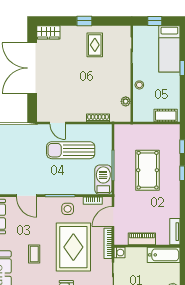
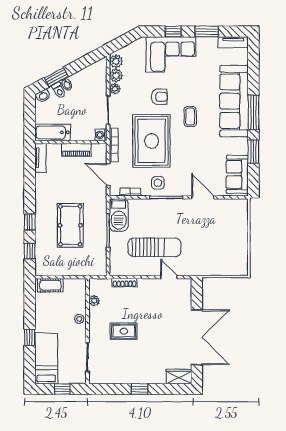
rug: (95, 45) -> (124, 331), moved, turned 90
door: (113, 217) -> (108, 174), swing flipped
coffee table: (34, 254) -> (190, 117), moved

